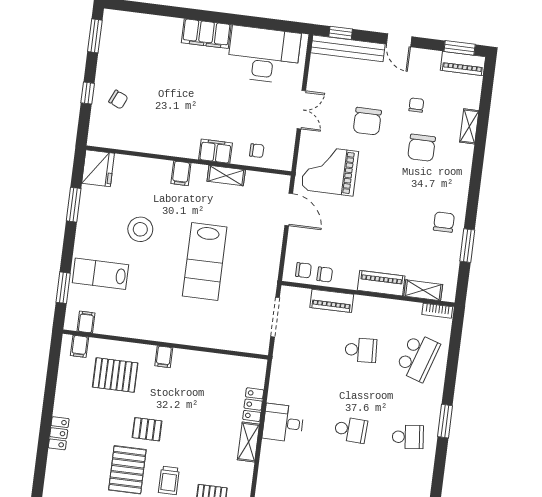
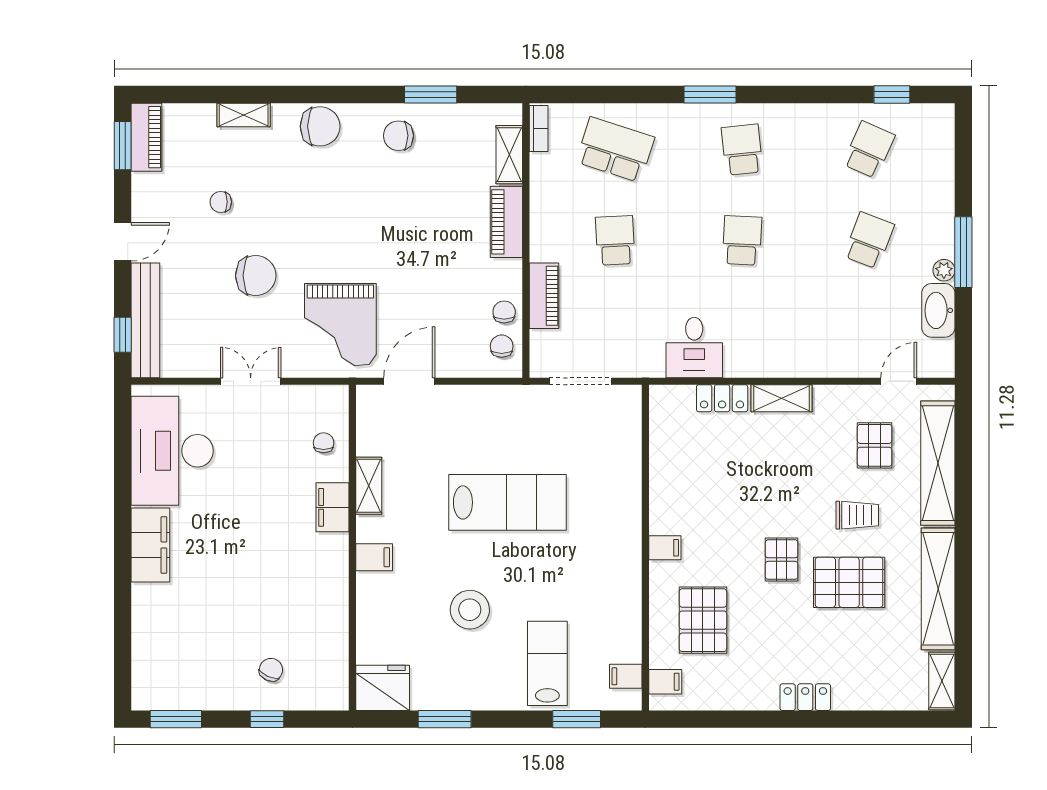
chair: (422, 148) -> (320, 126), moved
lab bench: (100, 274) -> (547, 663), turned 180
desk: (283, 423) -> (694, 347), moved

